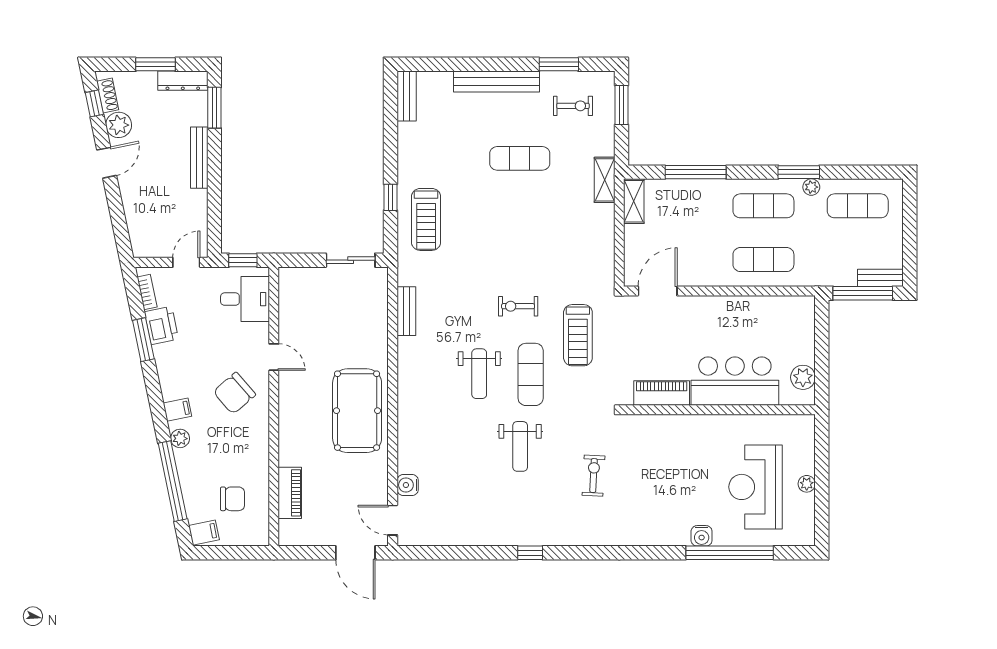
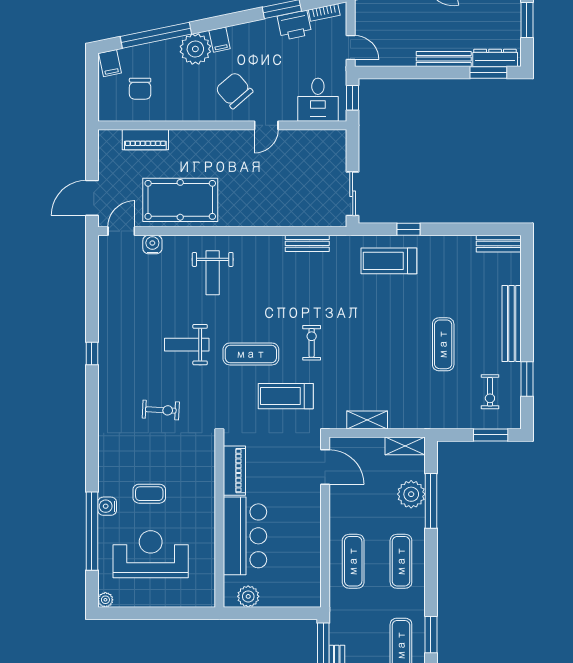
dresser: (183, 81) -> (495, 58), moved, turned 90
window: (799, 172) -> (431, 635), moved
shelving: (605, 180) -> (367, 420), moved
plant: (811, 187) -> (411, 494), moved, width x1.87, depth x1.87
weight bench: (479, 374) -> (213, 273), moved, turned -90
pool table: (357, 411) -> (180, 200), moved
plant: (180, 438) -> (195, 49), width x1.88, depth x1.88
plant: (807, 484) -> (105, 600), moved
coffee table: (687, 489) -> (149, 494), added

